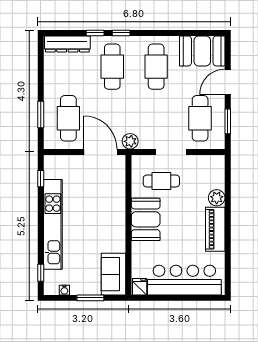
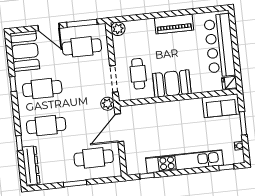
window: (121, 33) -> (13, 84), moved
window: (41, 115) -> (75, 183), moved
window: (228, 121) -> (82, 23), width x1.44
doorway: (171, 152) -> (114, 79), moved
plant: (217, 198) -> (118, 29), moved

